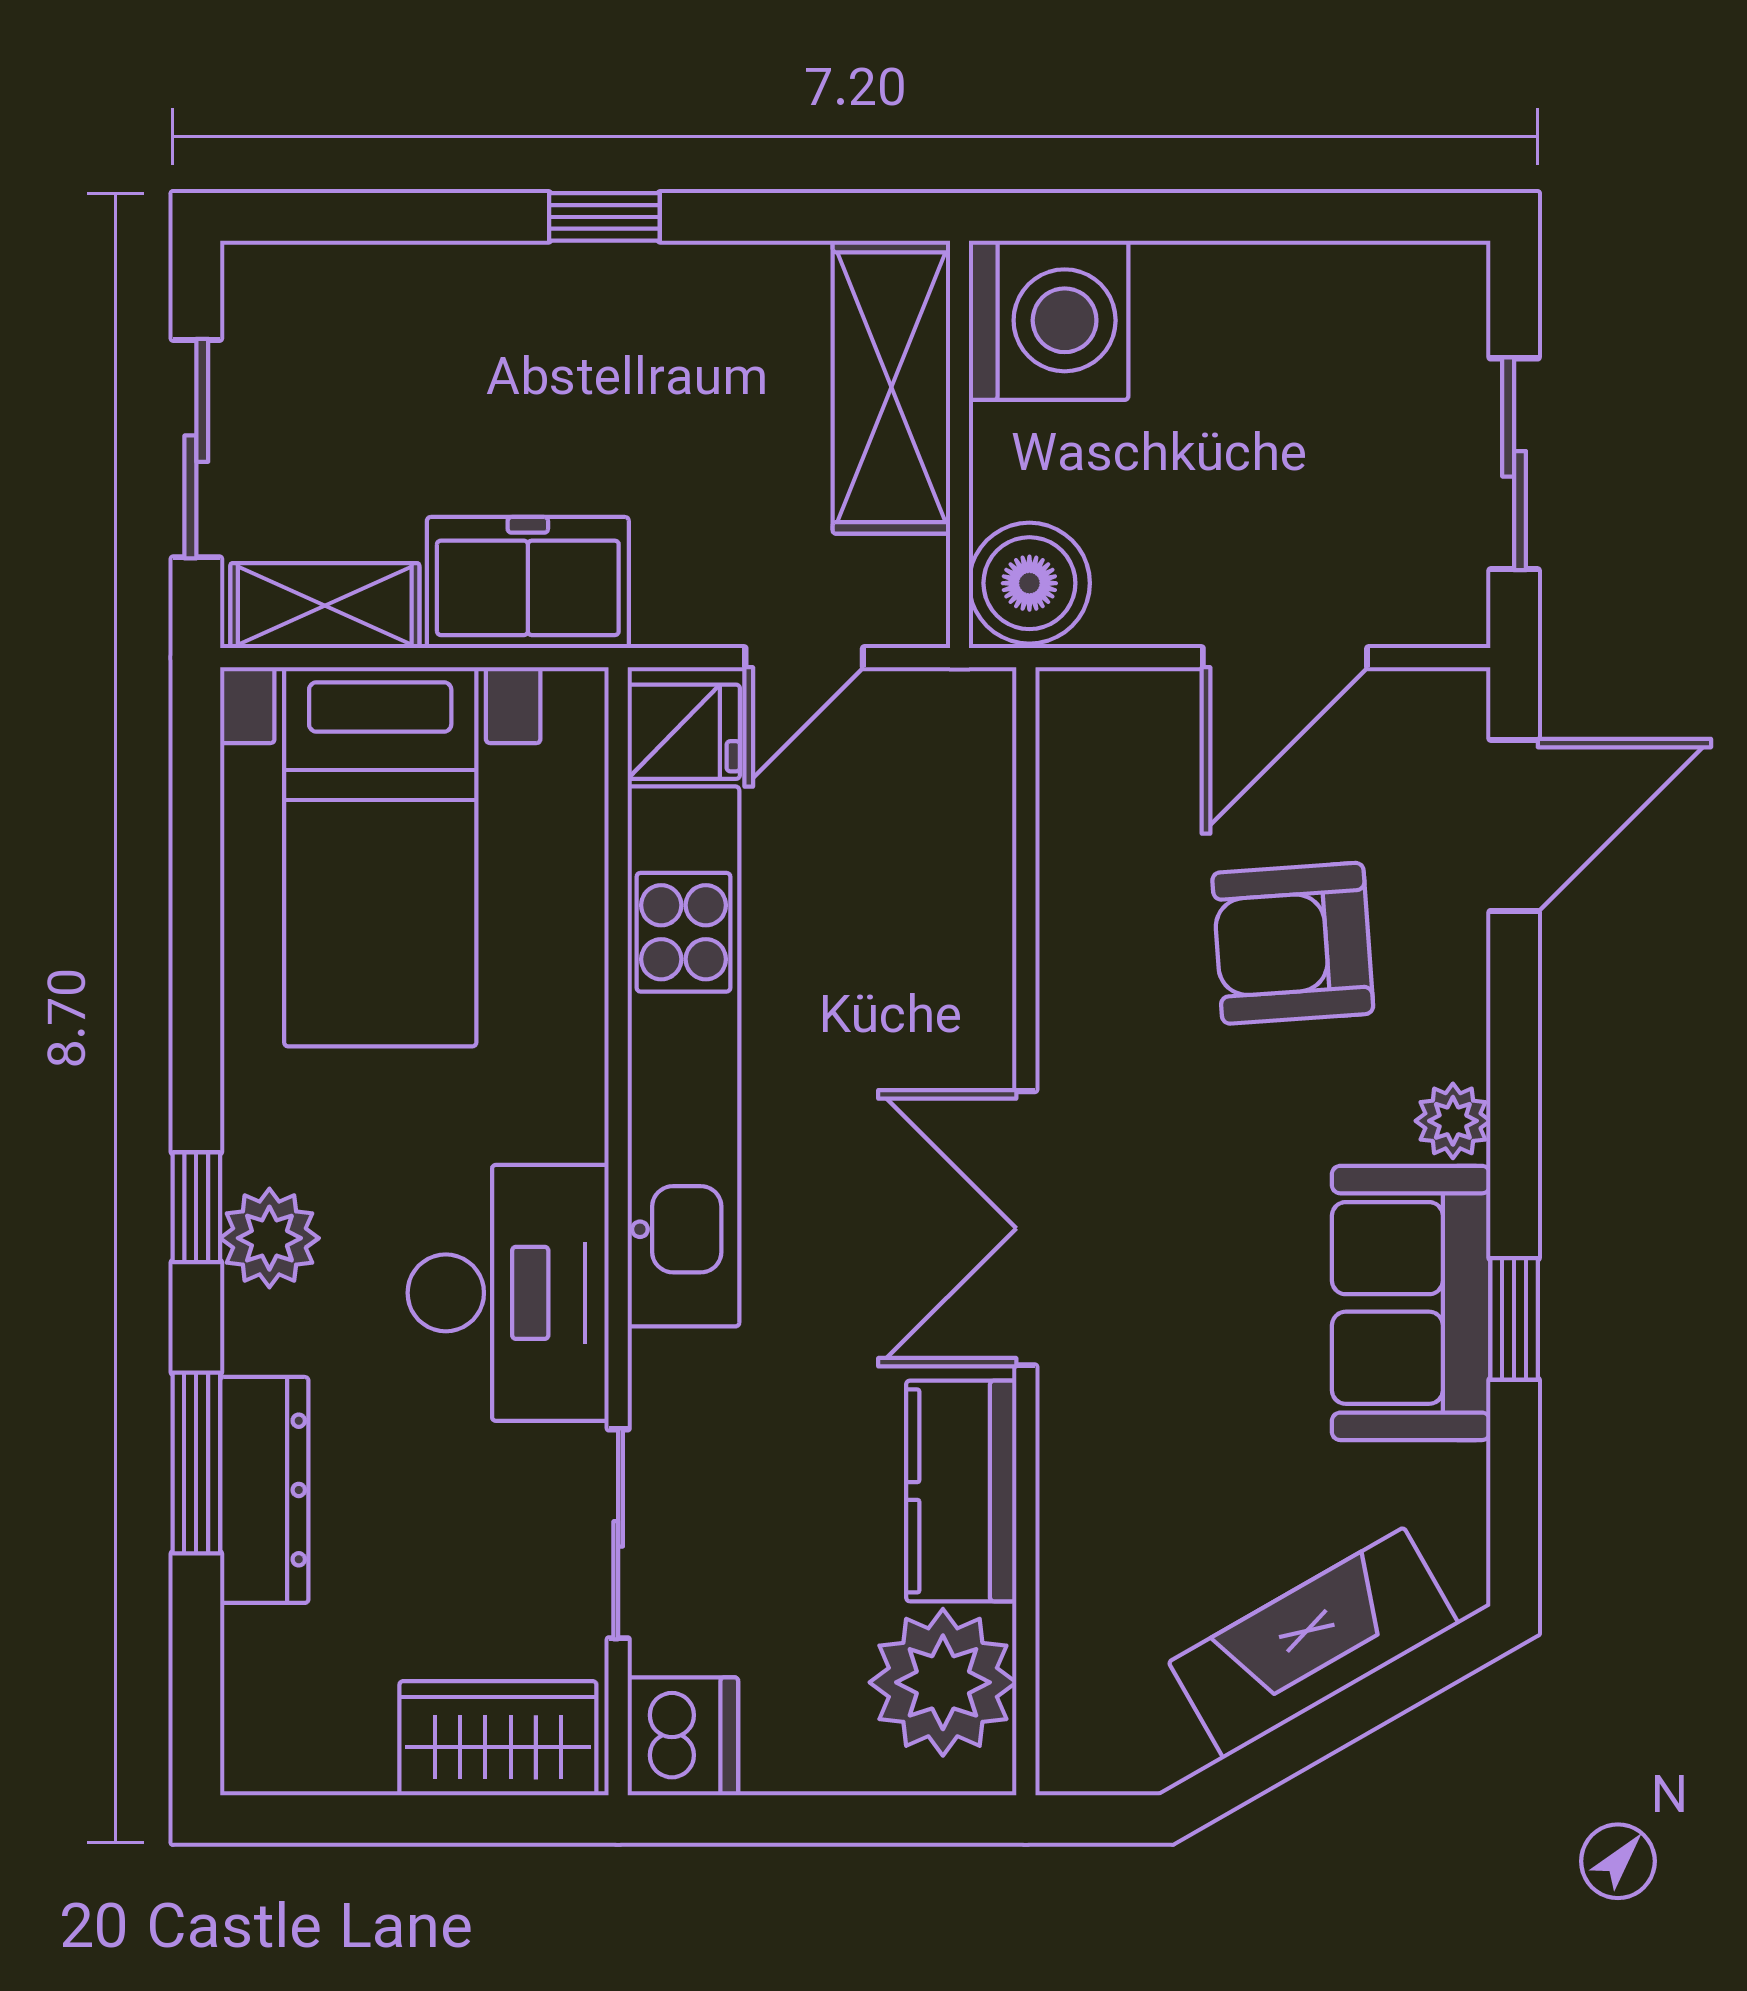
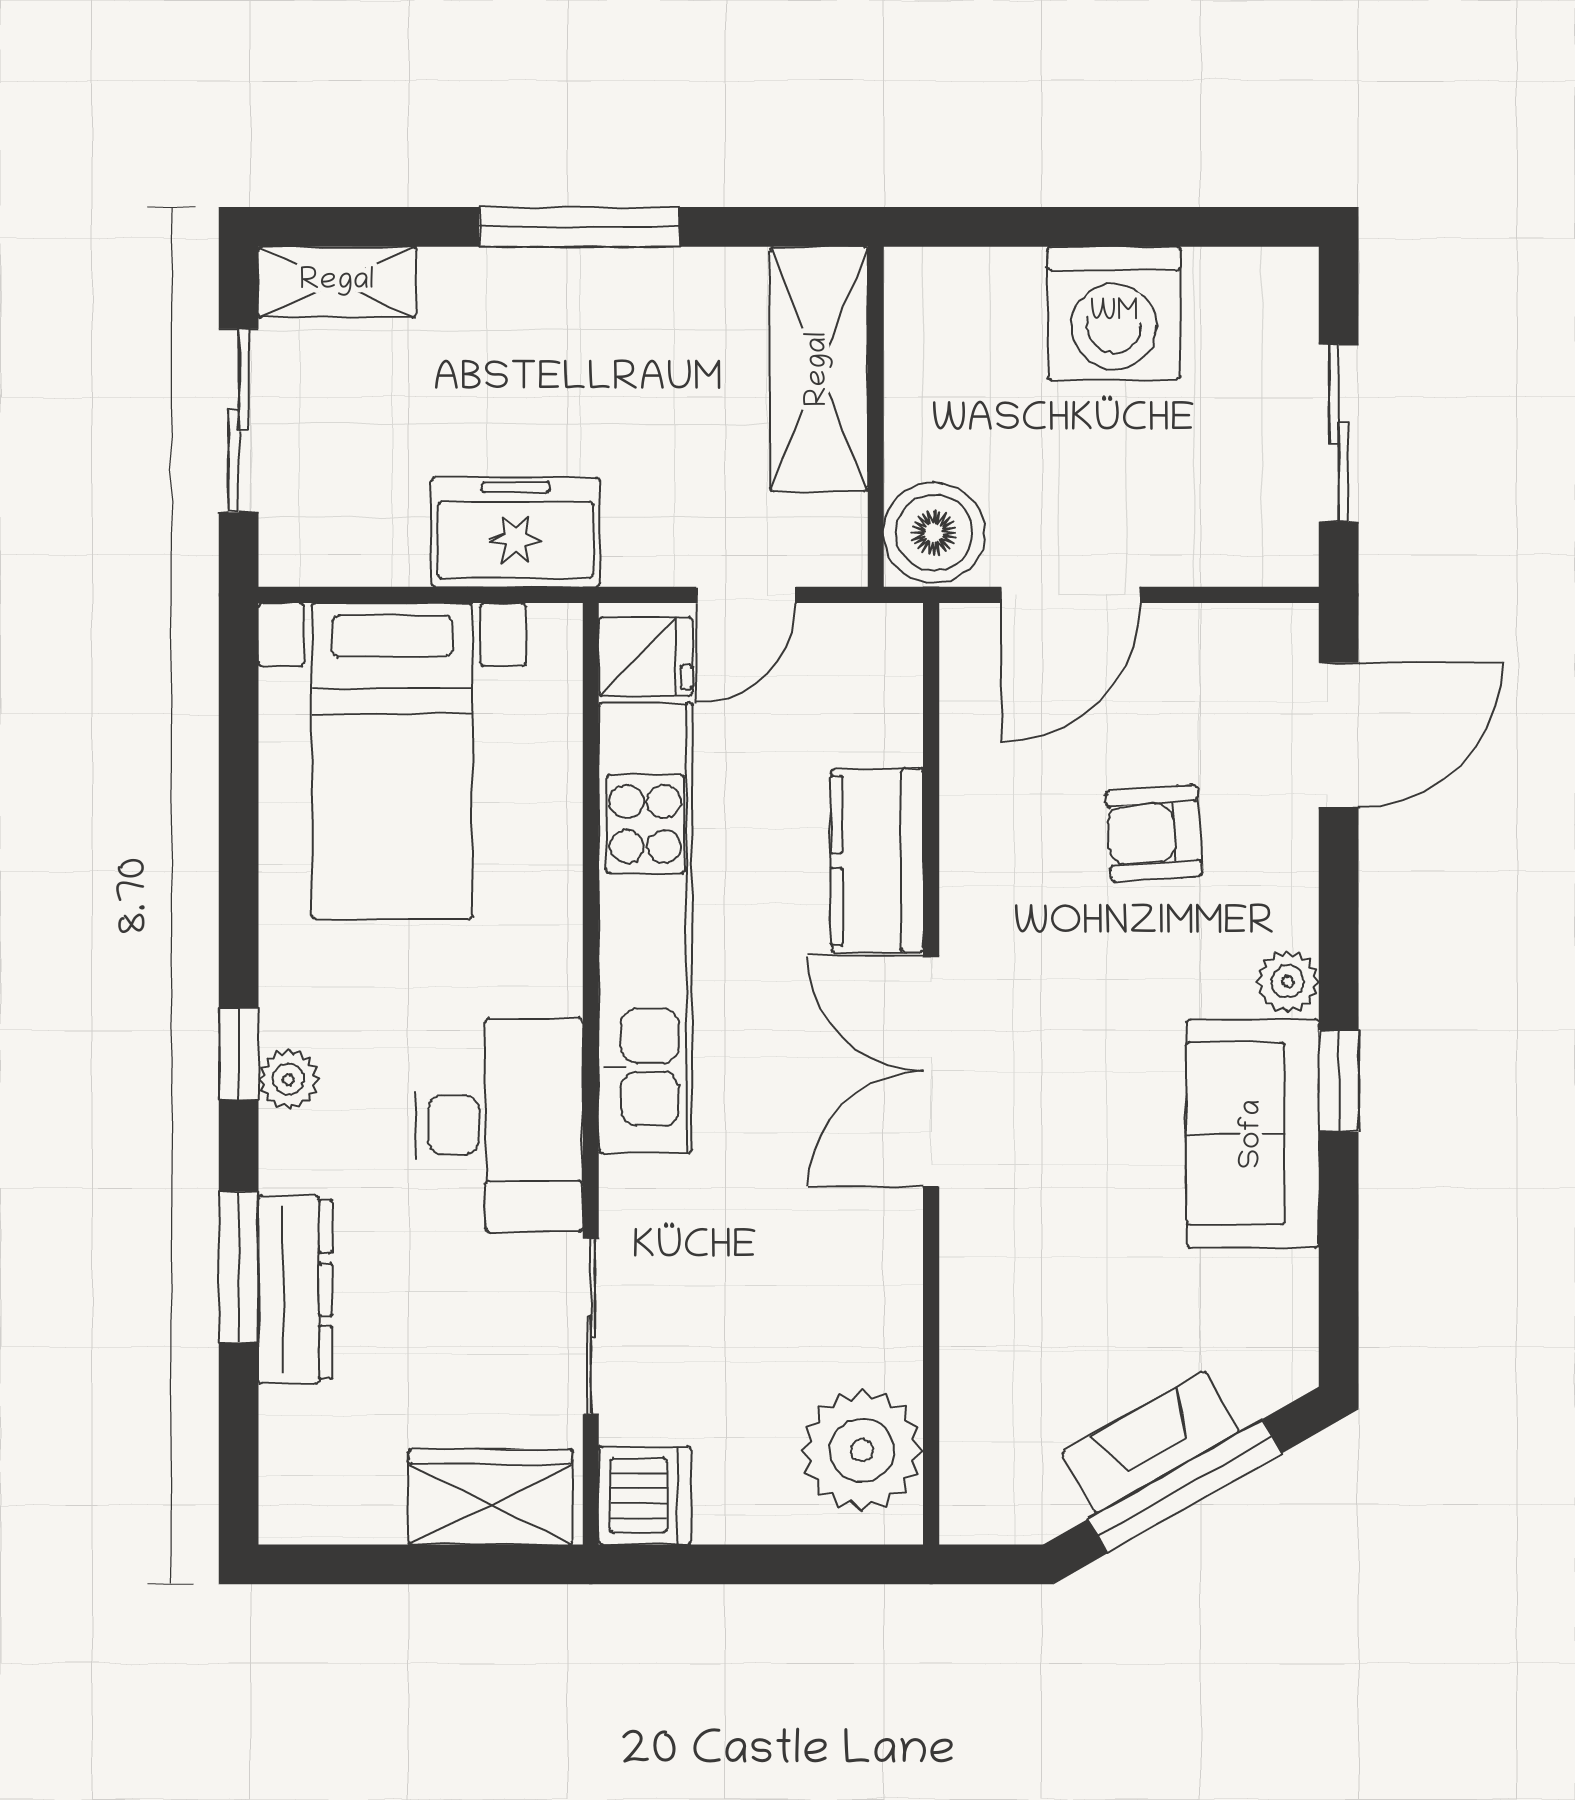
window: (604, 217) -> (579, 227), width x2.17
washing machine: (1049, 320) -> (1114, 313), moved, turned 90
shelving: (325, 606) -> (337, 282), moved
door: (1285, 658) -> (1071, 595), moved
armchair: (1293, 943) -> (1154, 833), width x0.72, depth x0.72
plant: (269, 1238) -> (288, 1079), width x0.73, depth x0.73
window: (1514, 1319) -> (1339, 1081), moved
kitchen counter: (961, 1491) -> (877, 861), moved
fireplace: (1314, 1643) -> (1150, 1442), width x0.73, depth x0.76
window: (1330, 1725) -> (1185, 1486), added

